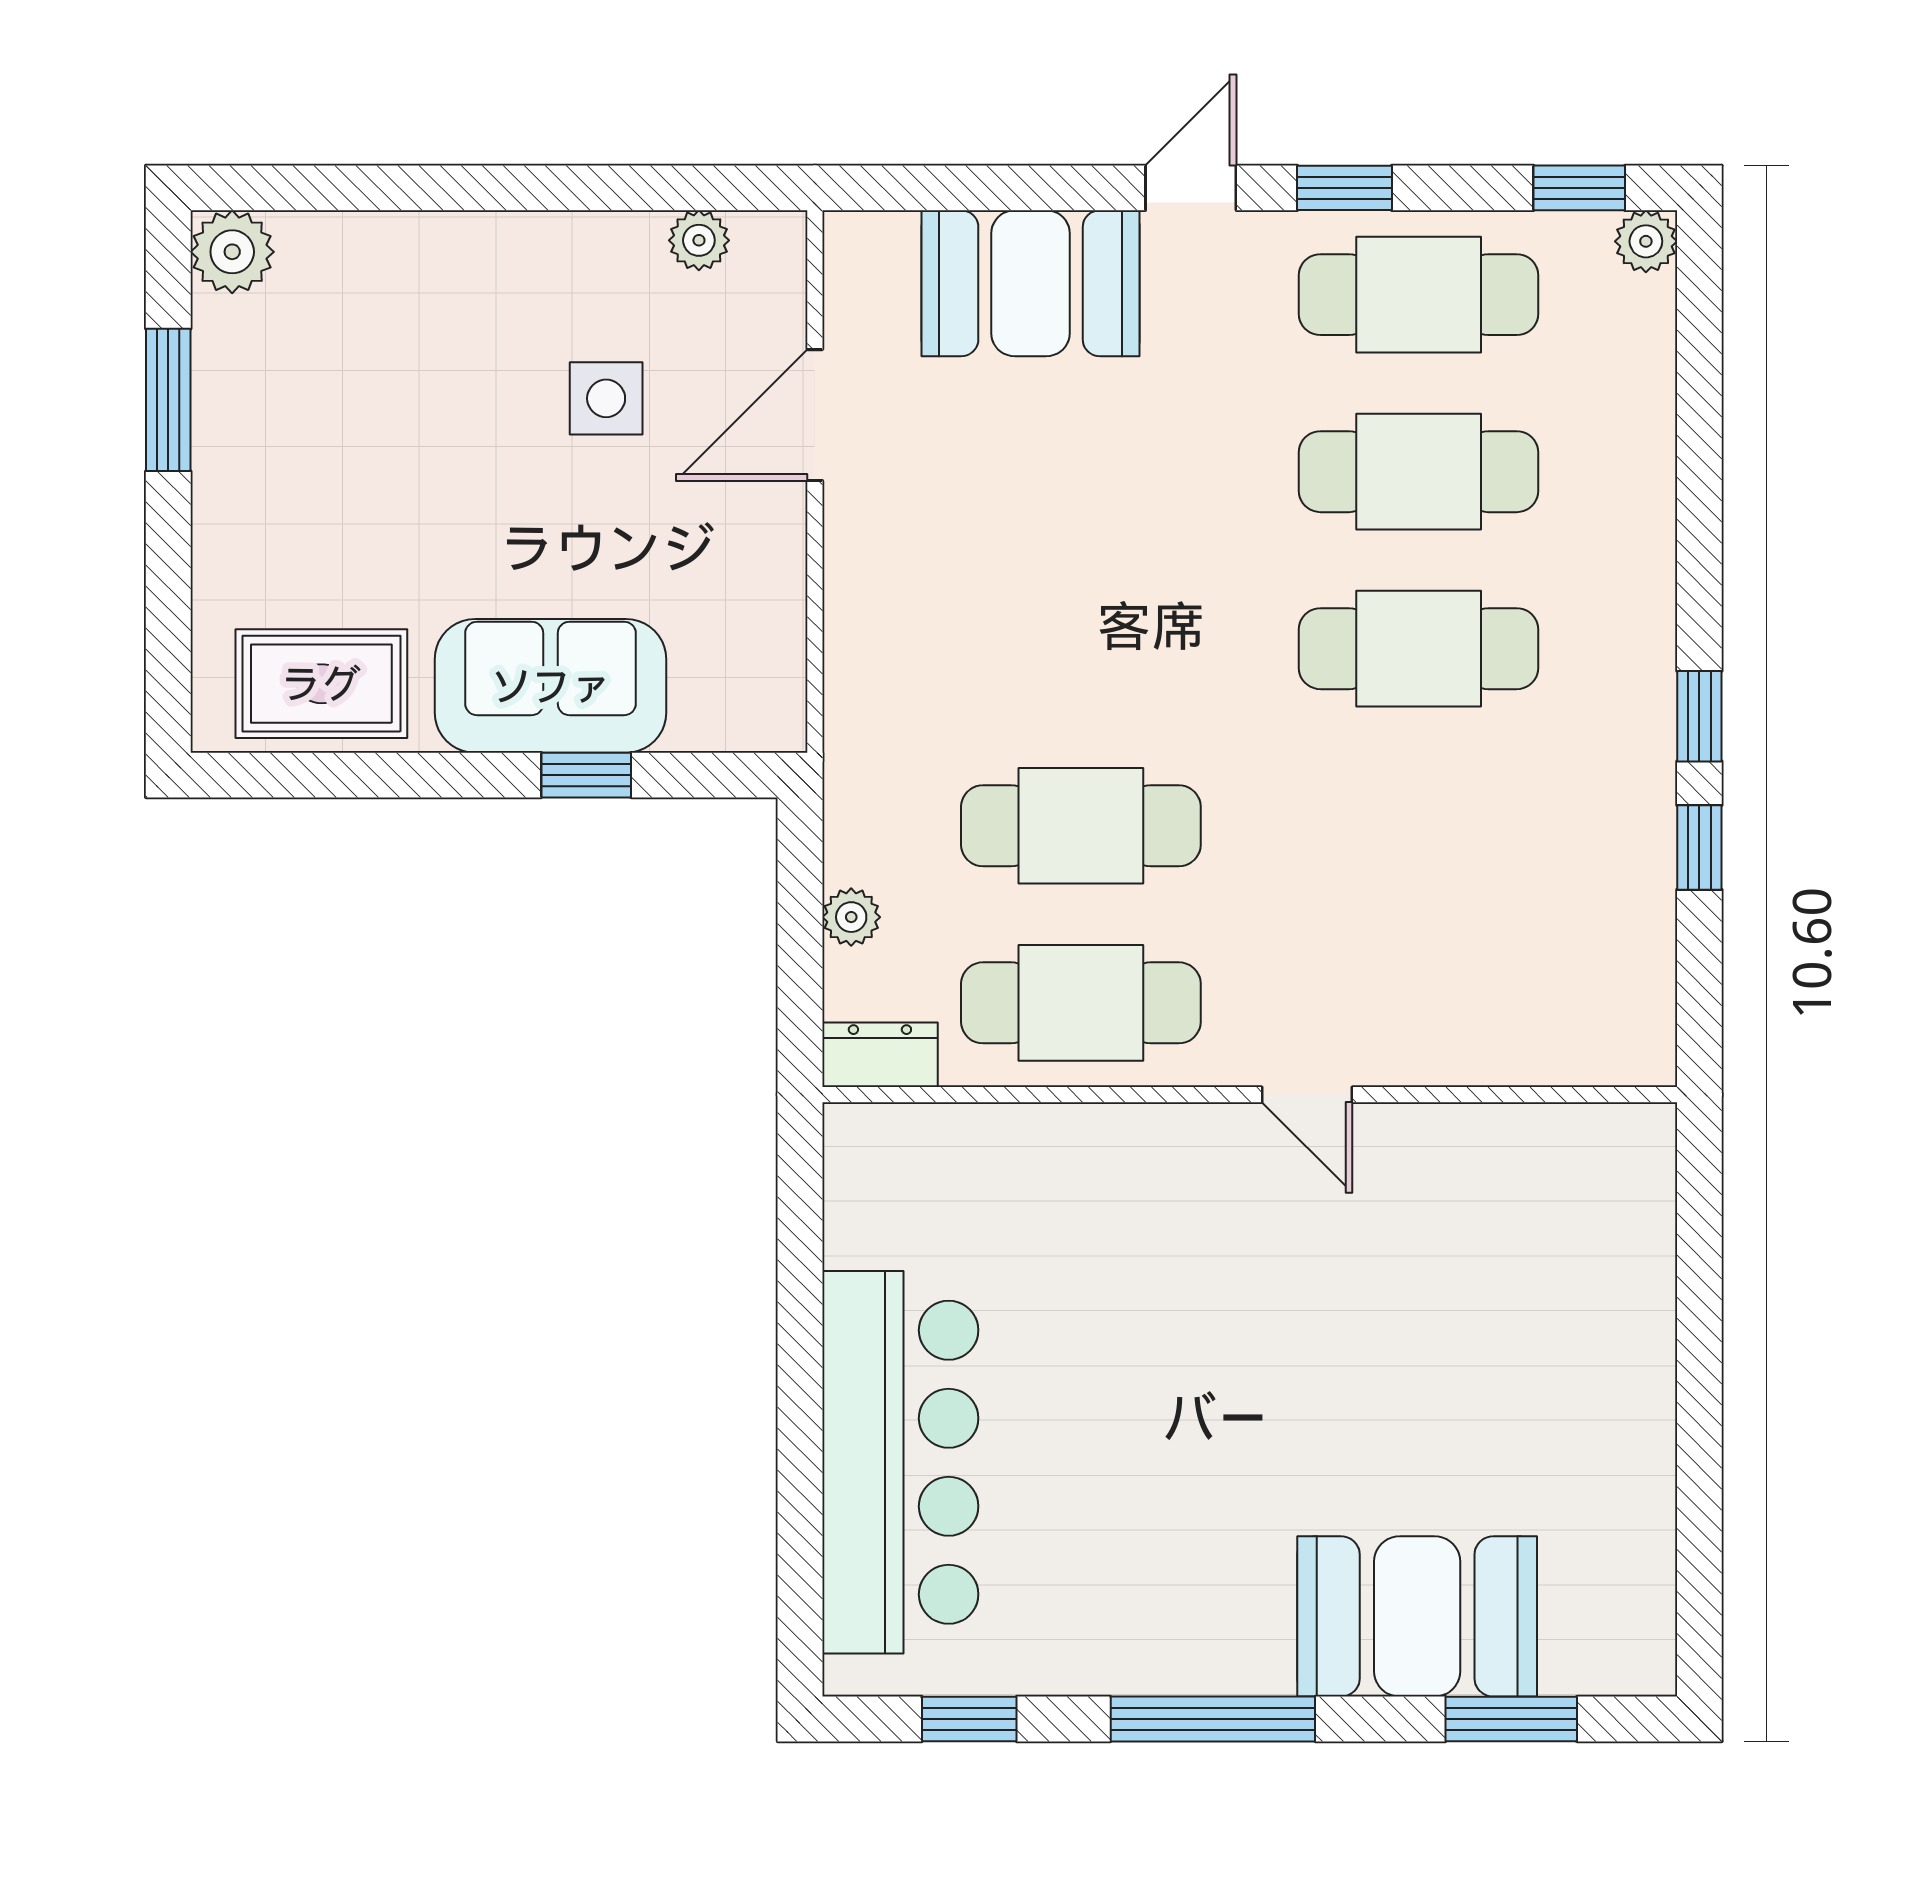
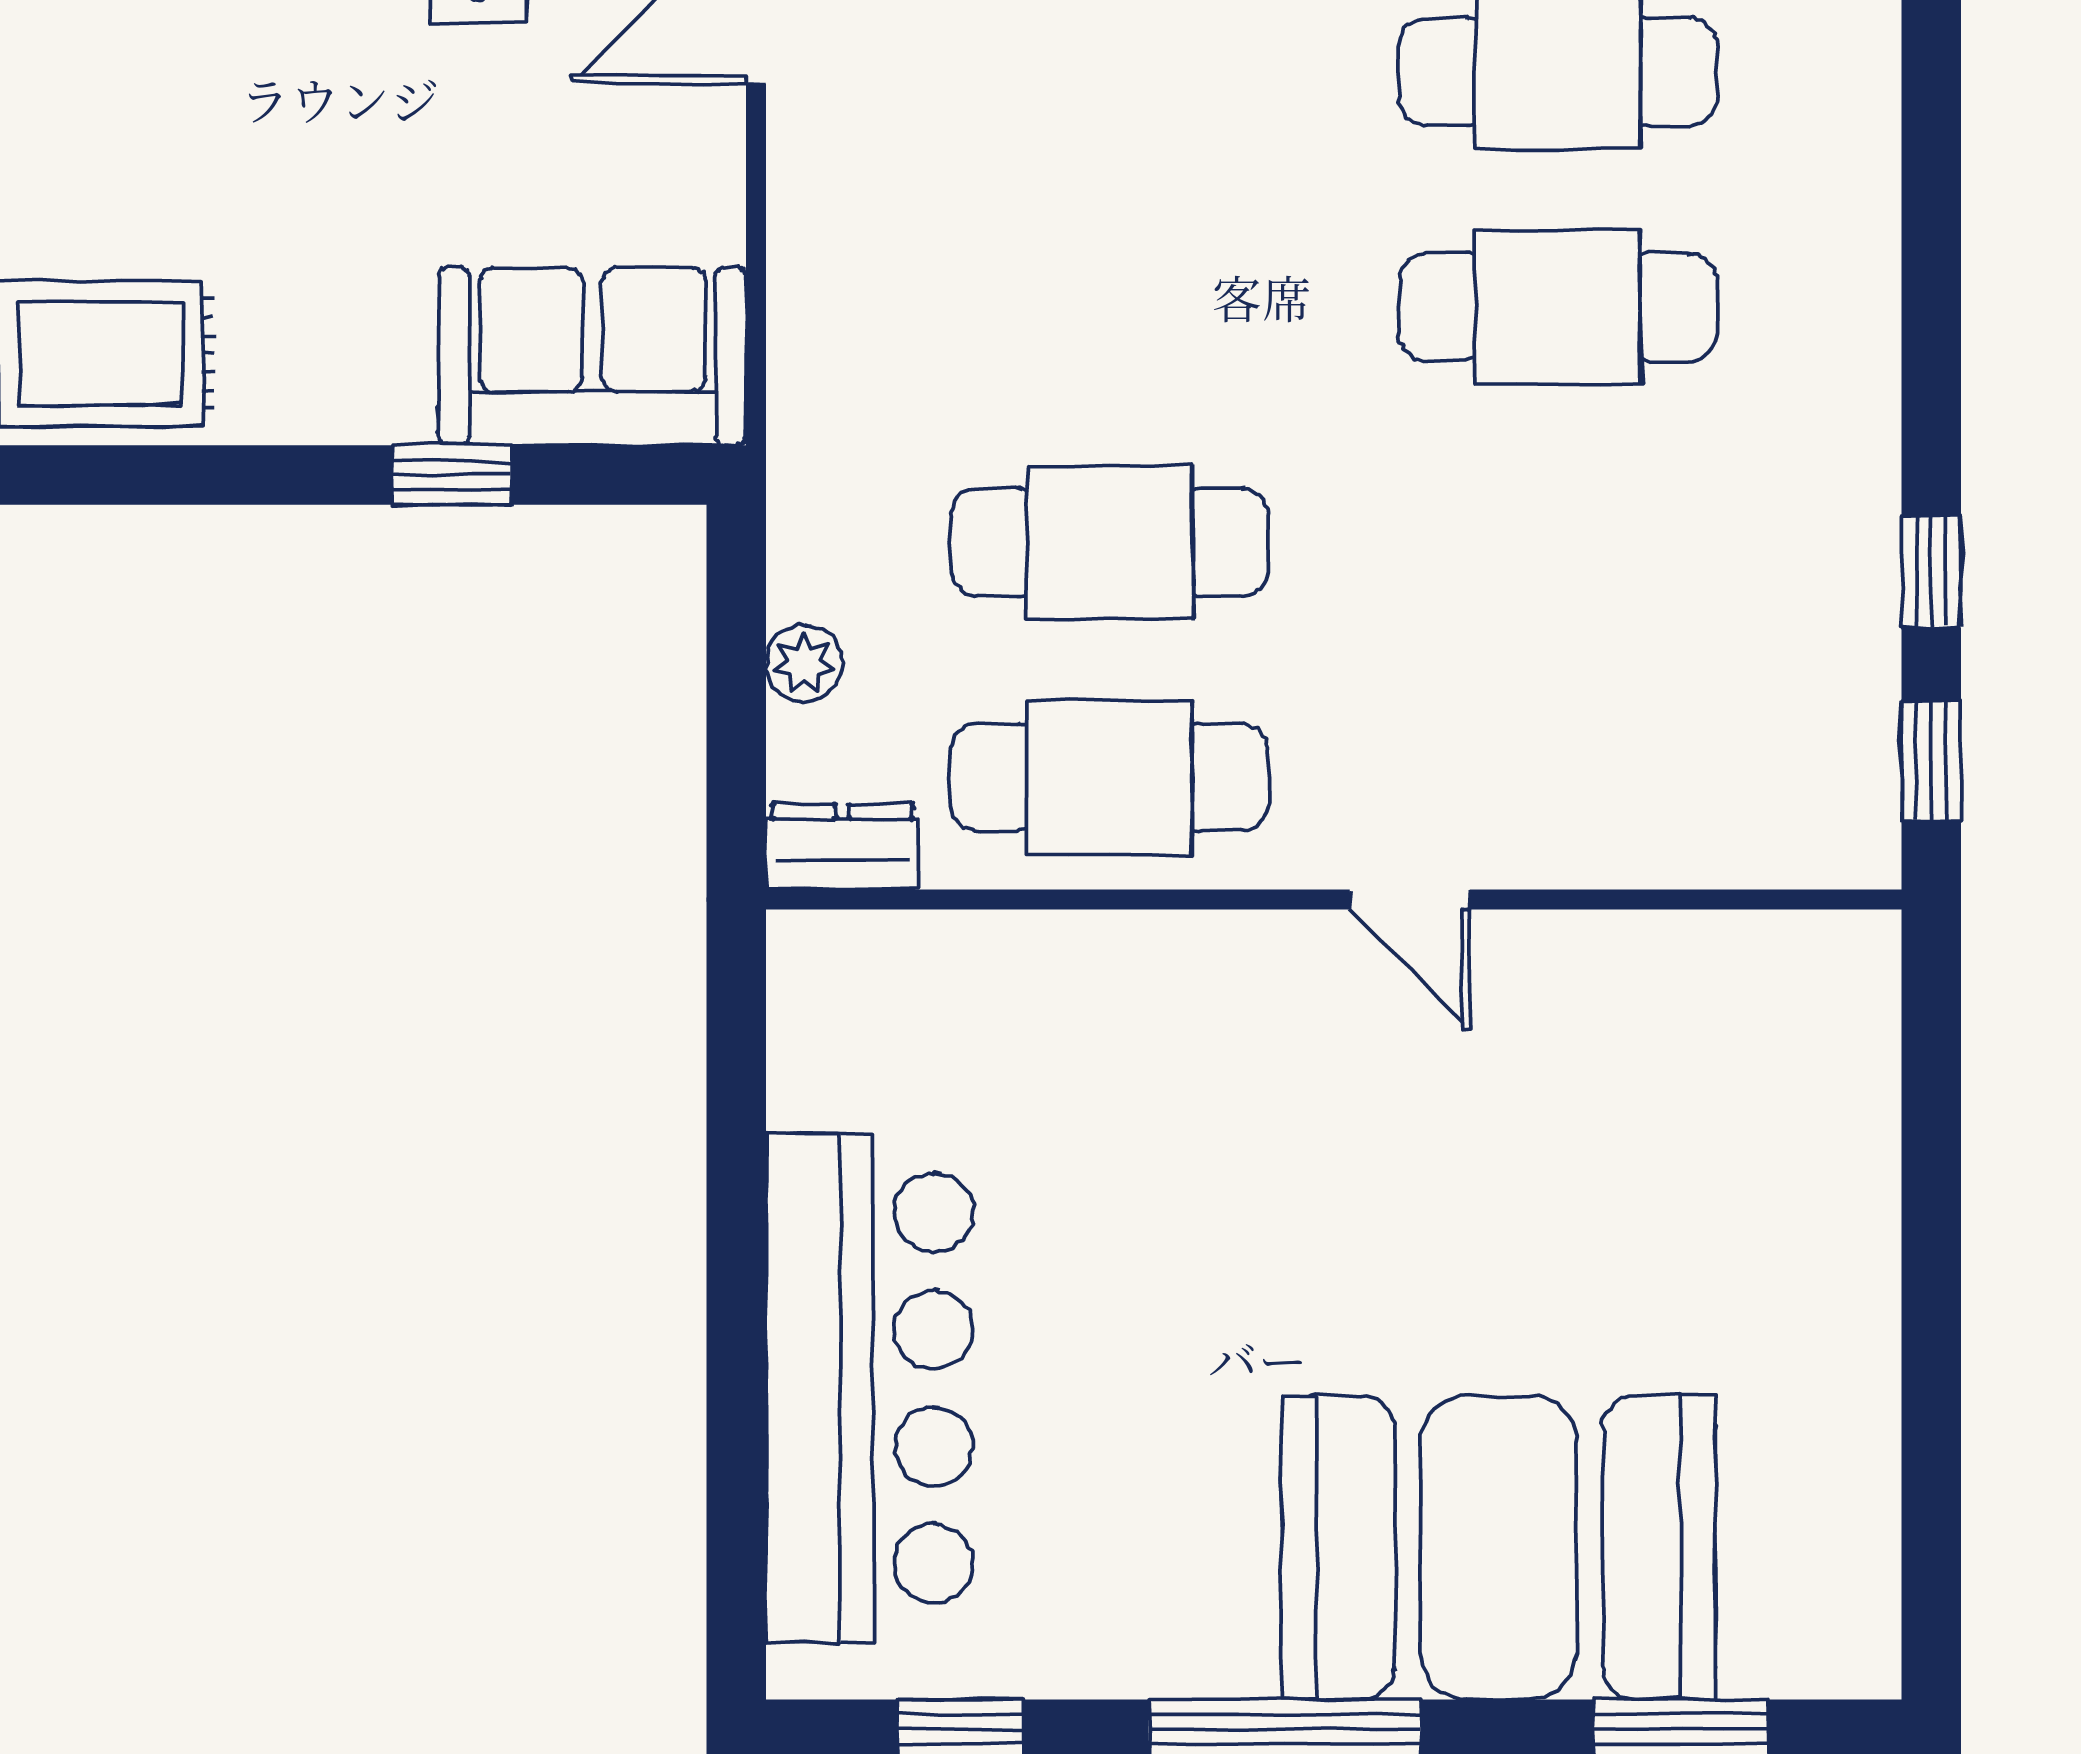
sofa: (551, 686) -> (592, 356), moved
window: (1699, 716) -> (1931, 761), moved
booth: (1417, 1616) -> (1499, 1548), width x1.36, depth x1.42

